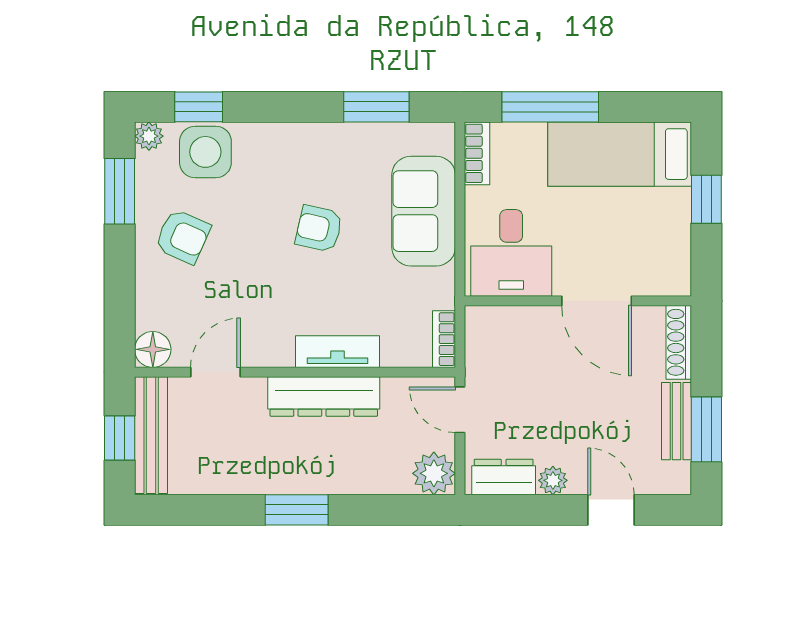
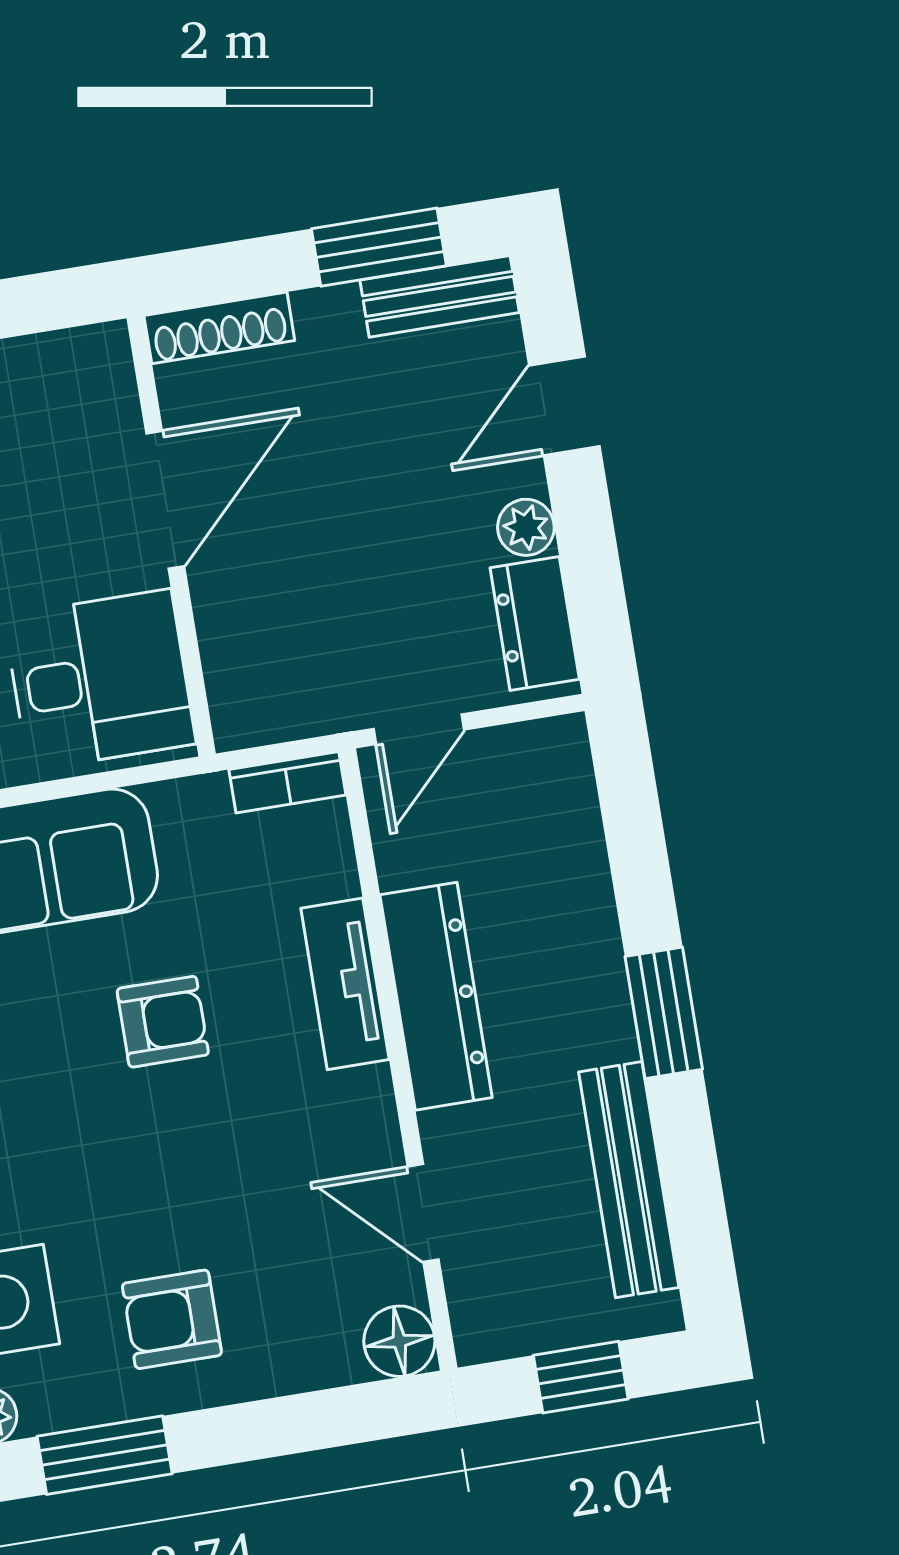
armchair: (319, 229) -> (163, 1022), moved, turned -103
armchair: (183, 237) -> (172, 1319), turned -114
bench: (677, 421) -> (440, 296), moved
bench: (151, 435) -> (629, 1180), moved, turned 90
plant: (434, 473) -> (550, 759), removed

